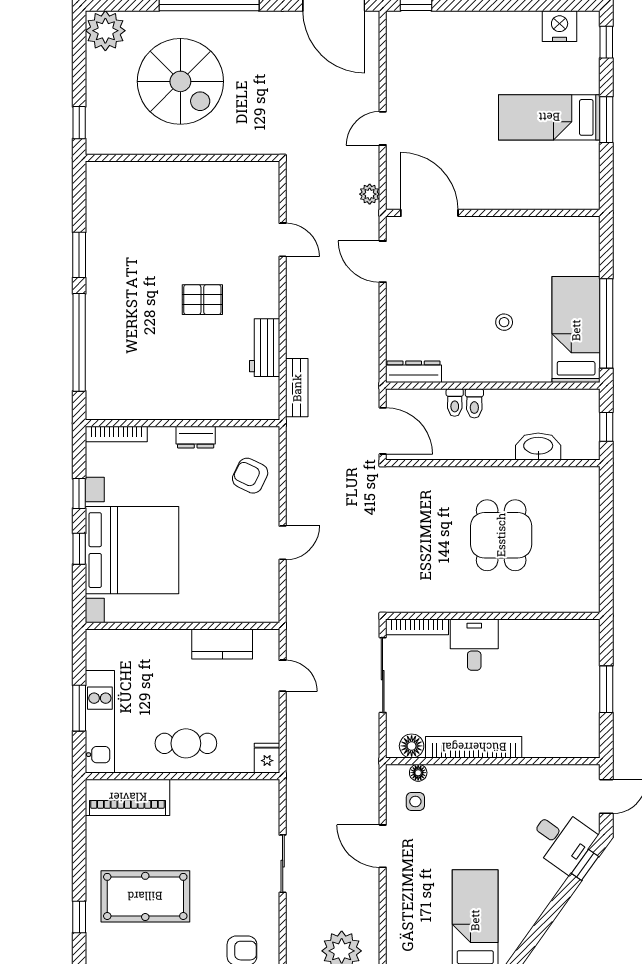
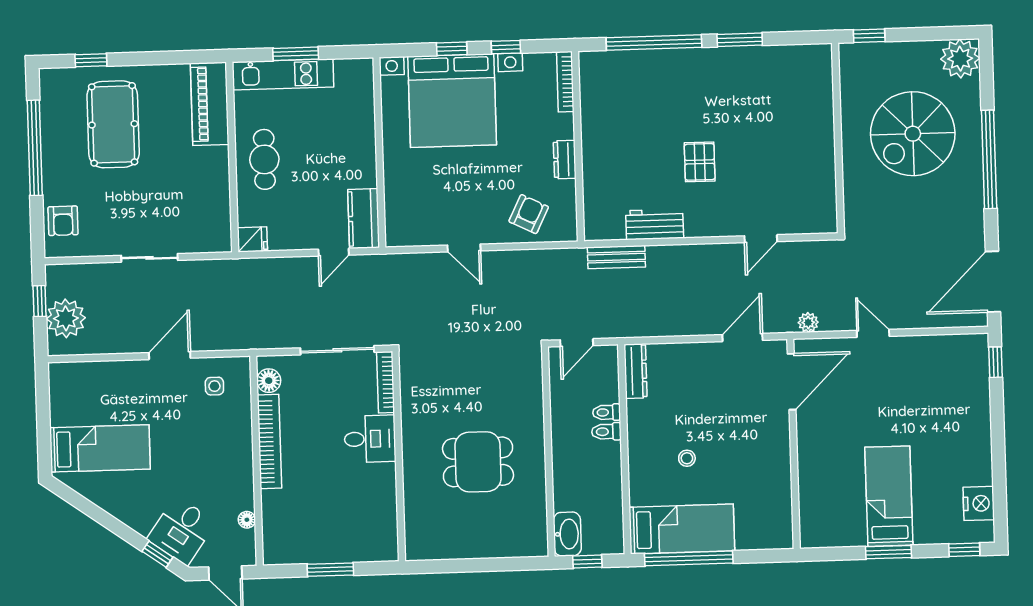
door: (383, 431) -> (577, 343), width x0.73
washbasin: (538, 447) -> (567, 534), moved
kitchen counter: (222, 644) -> (364, 219), moved
floor lamp: (418, 773) -> (247, 520), moved

